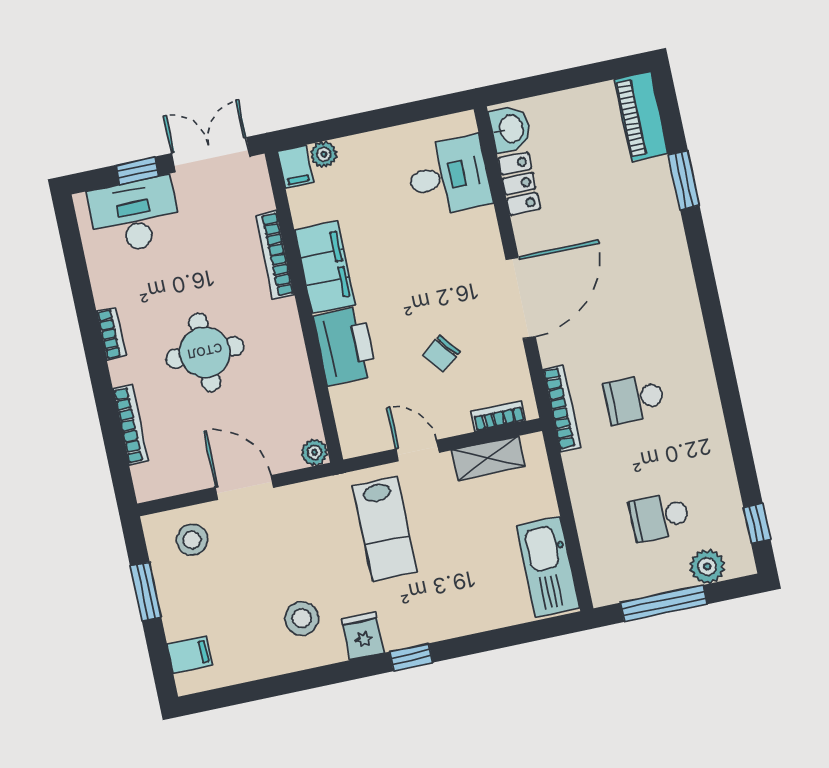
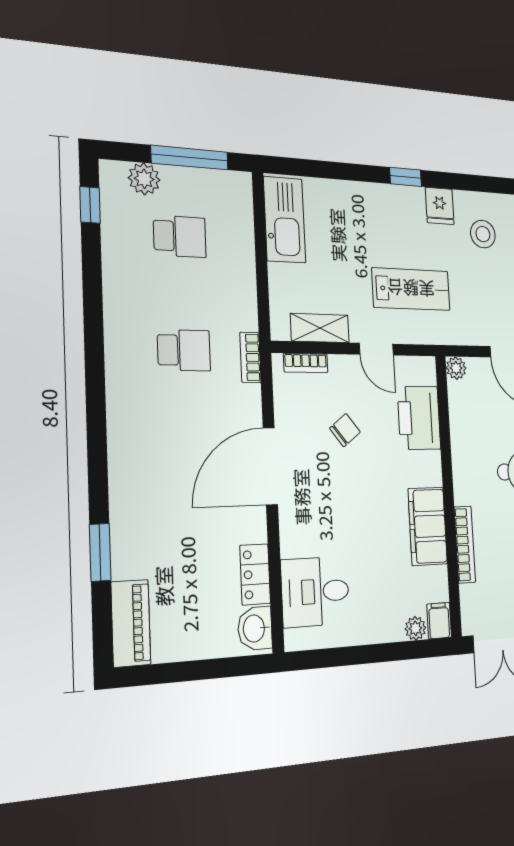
printer: (345, 346) -> (419, 418), moved
bookcase: (562, 408) -> (250, 357), width x0.64
lab bench: (385, 529) -> (411, 289), turned 90

